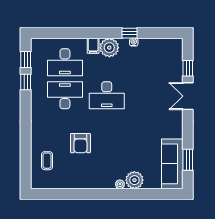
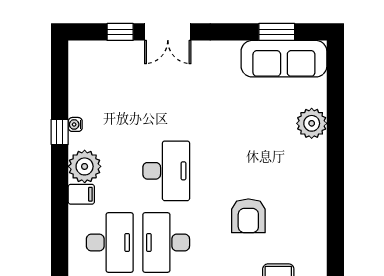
armchair: (80, 143) -> (248, 216), turned 90
plant: (120, 184) -> (319, 148), removed

